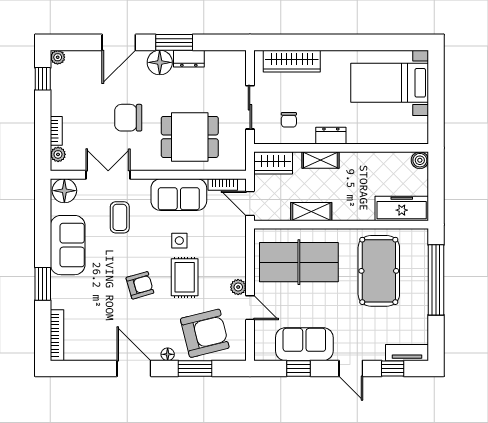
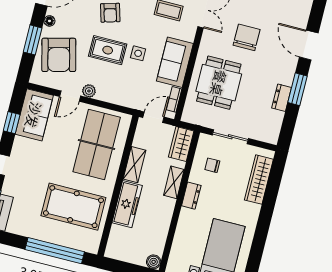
floor lamp: (160, 62) -> (284, 74), removed
freezer: (402, 208) -> (127, 204), moved
sofa: (304, 344) -> (34, 115), moved

